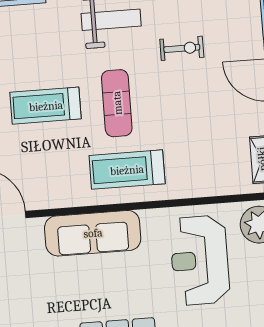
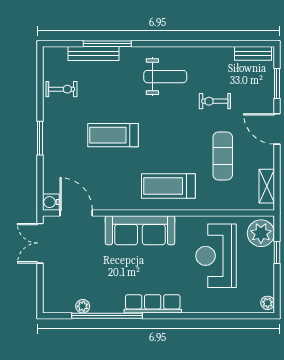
exercise bike: (182, 48) -> (215, 101), turned 180
exercise mat: (117, 103) -> (223, 156), moved

